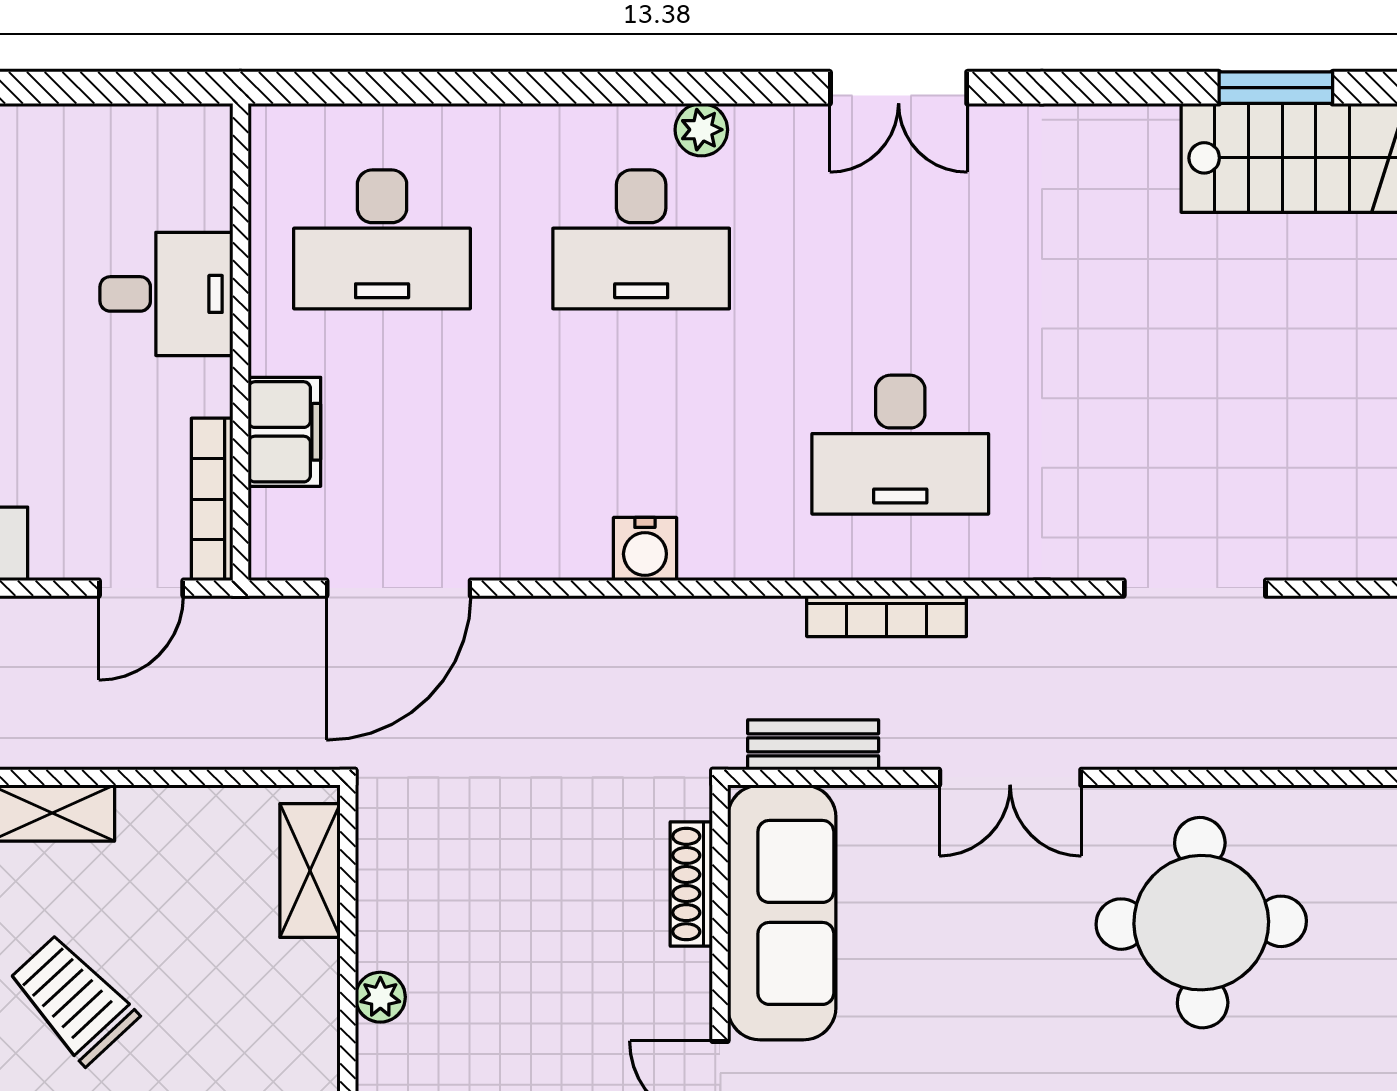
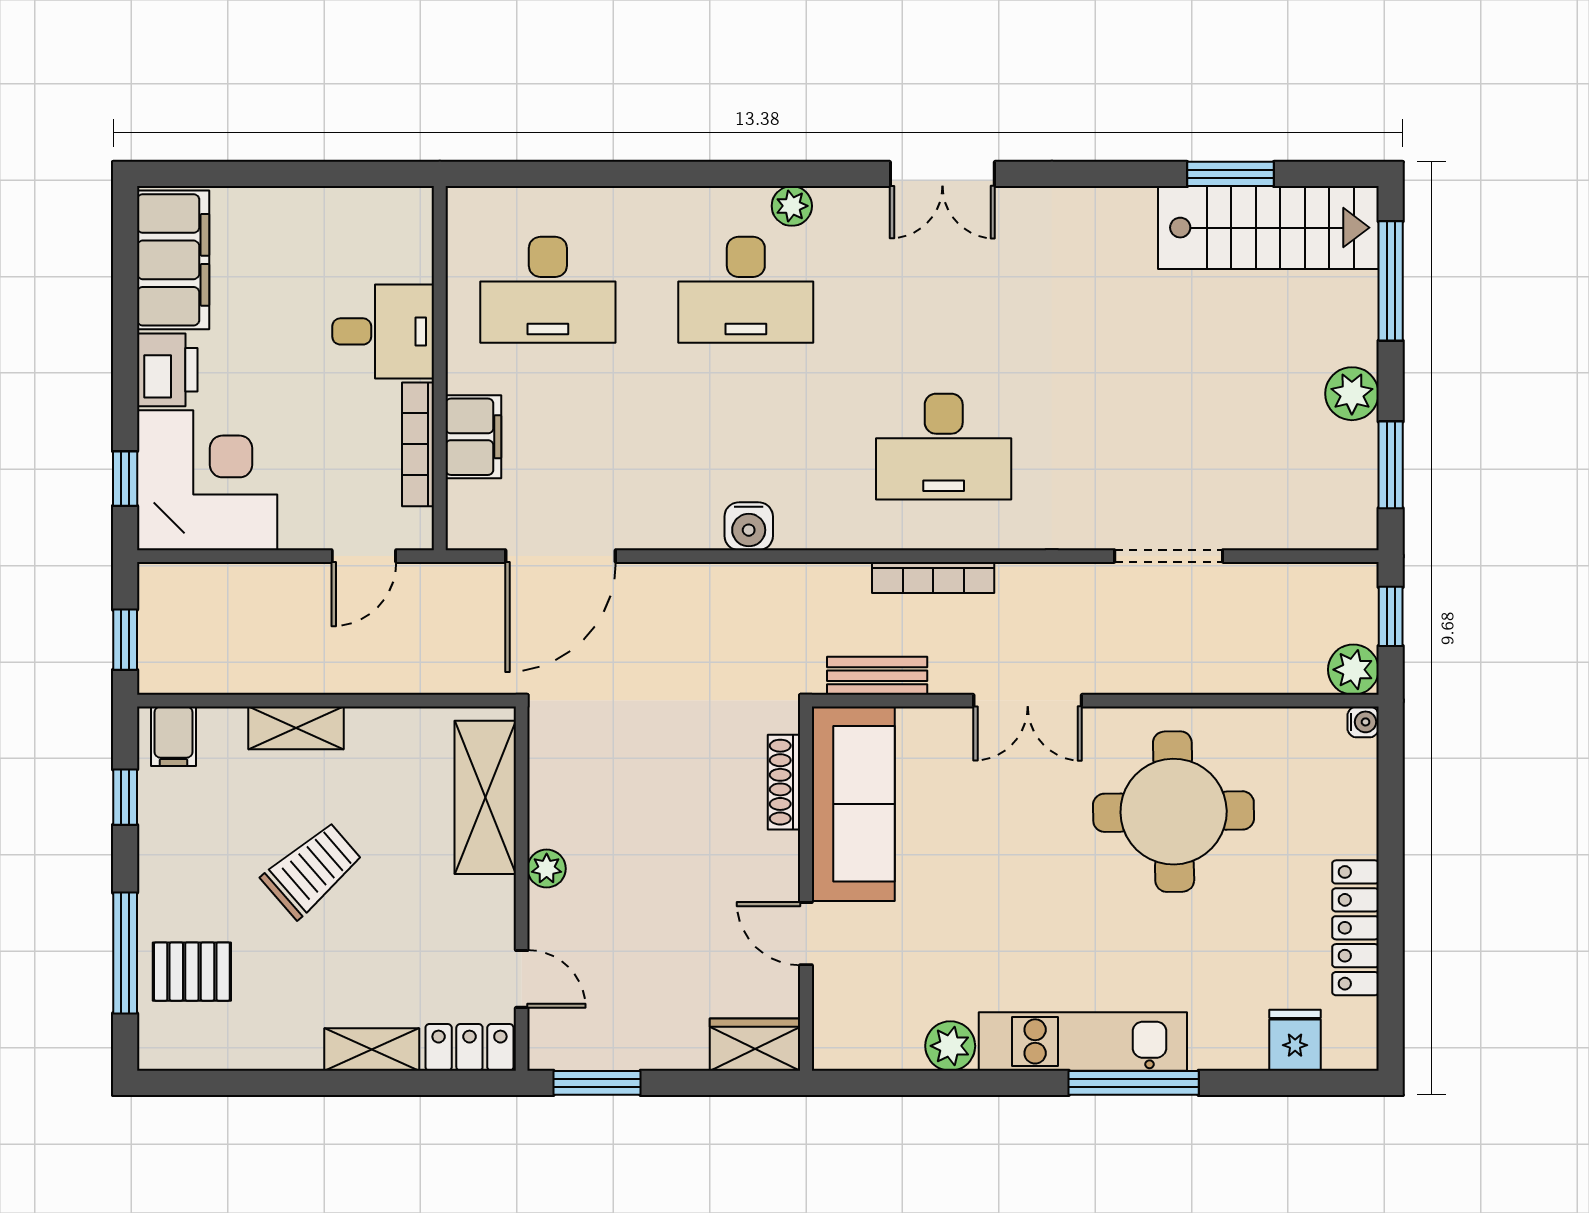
bookcase: (212, 499) -> (418, 444), moved
shelving: (310, 870) -> (485, 797), width x1.50, depth x1.33
trolley: (73, 999) -> (312, 870), turned 92

